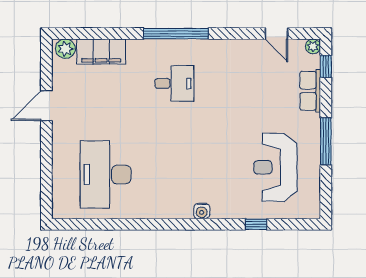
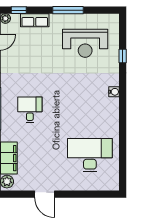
desk: (106, 174) -> (90, 155), turned 180

